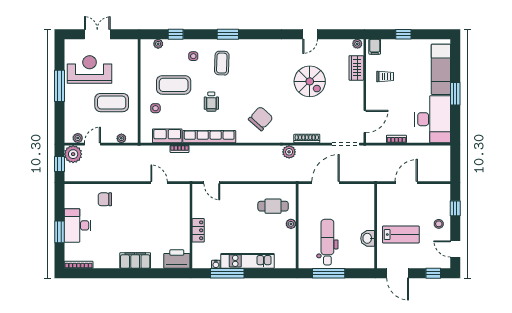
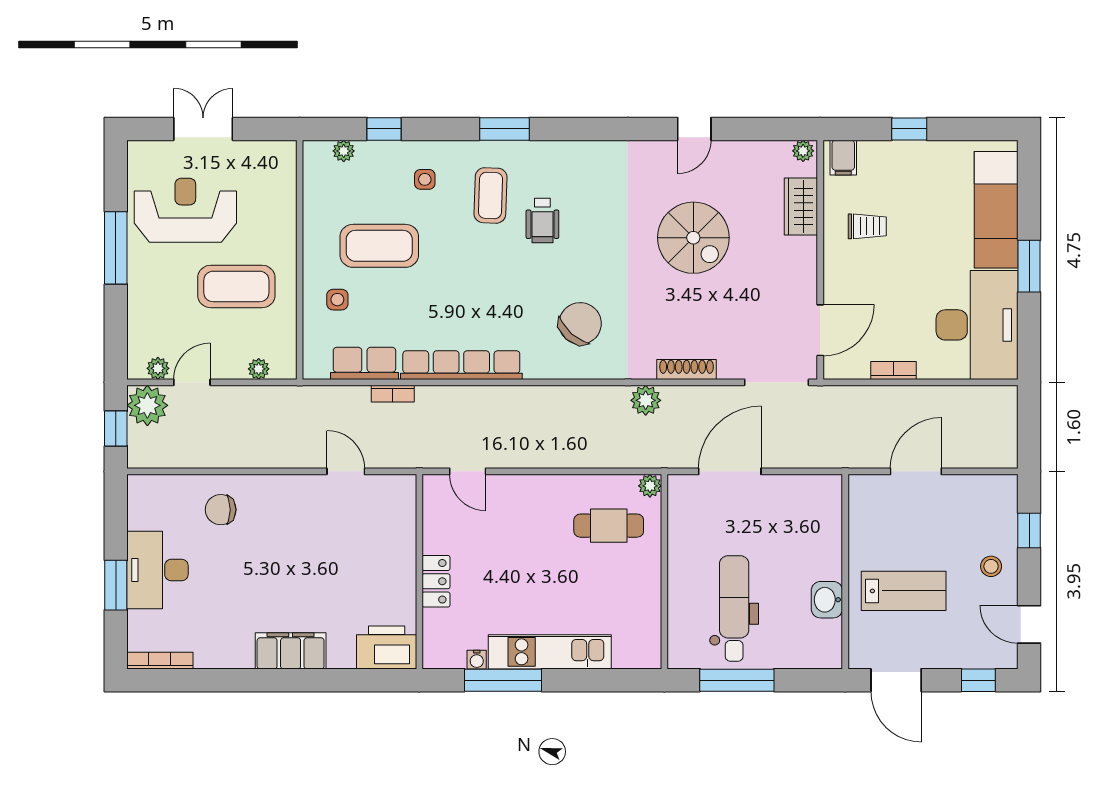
wheelchair: (211, 102) -> (542, 221), moved
plant: (291, 224) -> (650, 486), moved

